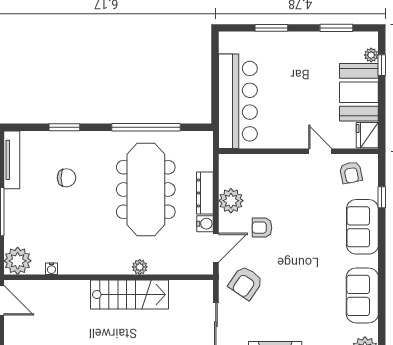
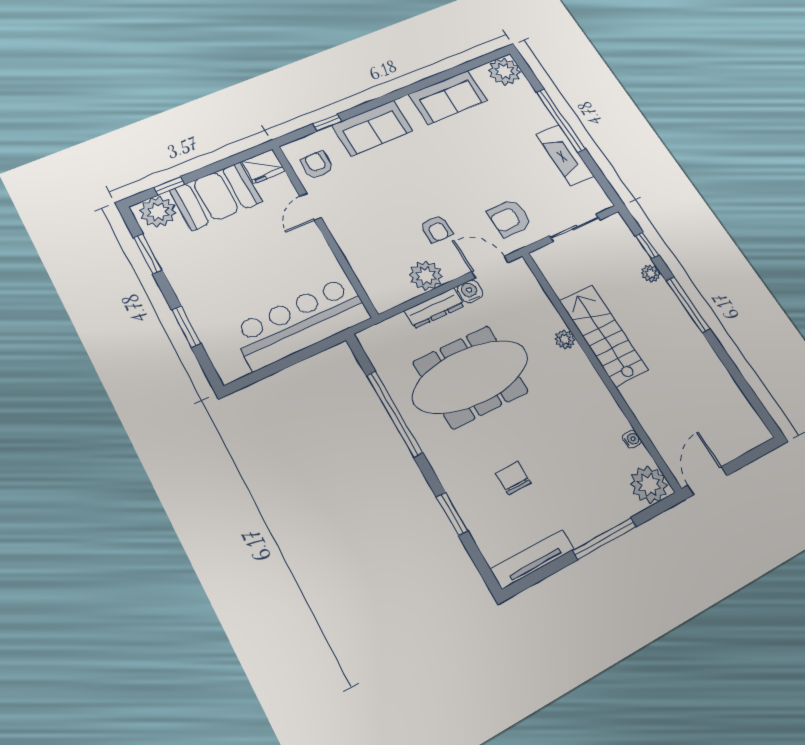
plant: (371, 55) -> (158, 212), width x1.87, depth x1.87
armchair: (351, 173) -> (317, 165), turned -79
armchair: (246, 283) -> (510, 218), turned 146

